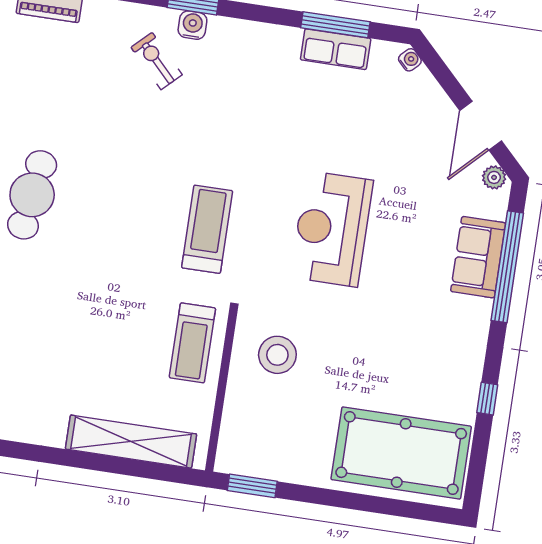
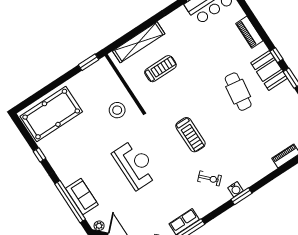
exercise bike: (157, 61) -> (209, 178), moved
treadmill: (207, 229) -> (190, 135), moved
treadmill: (192, 343) -> (160, 69), moved, turned 90

